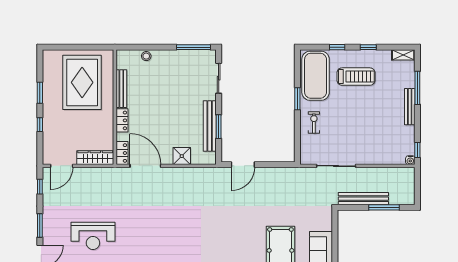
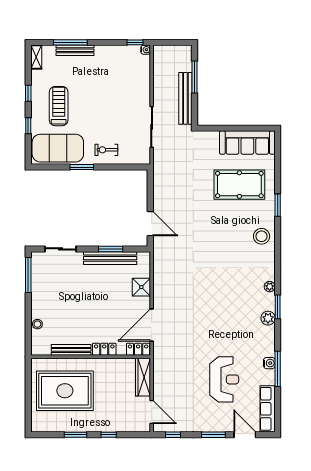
bench: (410, 107) -> (75, 50), moved

